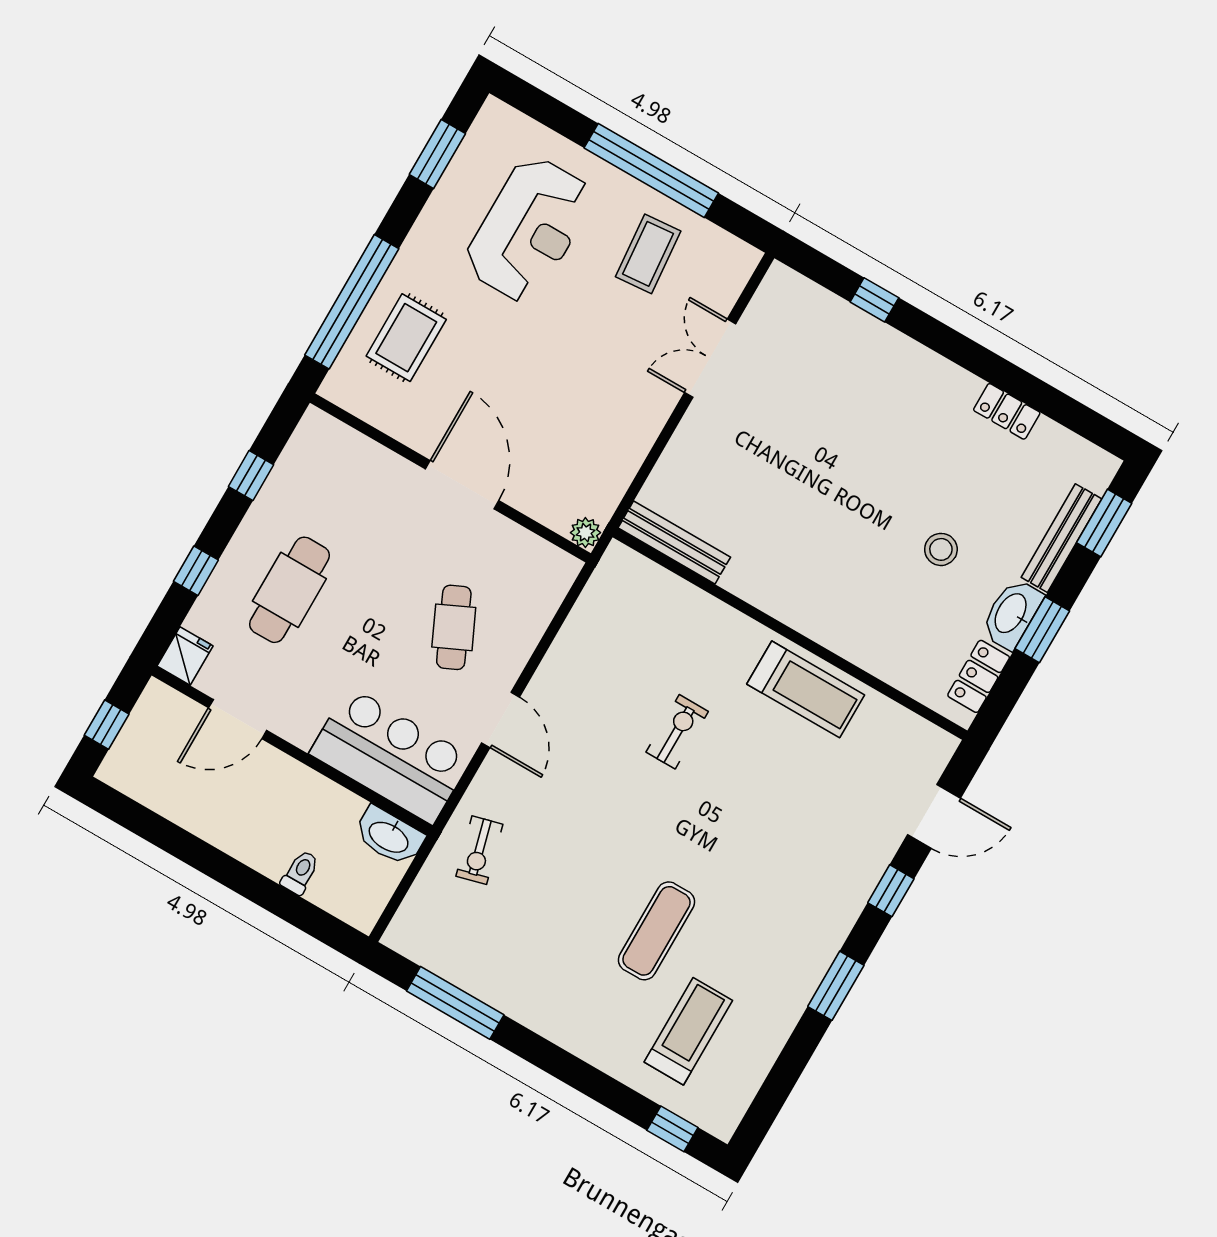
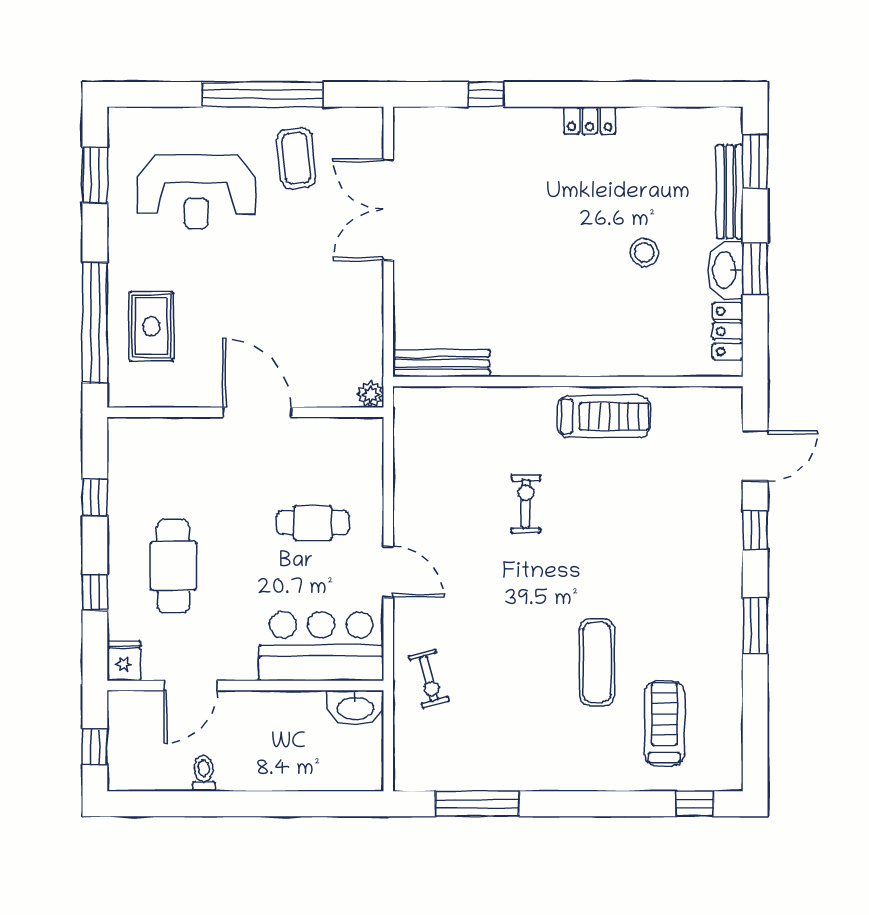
reception desk: (529, 229) -> (196, 192), turned 90
double door: (710, 358) -> (388, 209), width x1.37
locker: (1007, 411) -> (590, 120), moved
cafe table: (454, 627) -> (313, 523), turned -65
toilet: (300, 872) -> (204, 773), moved

